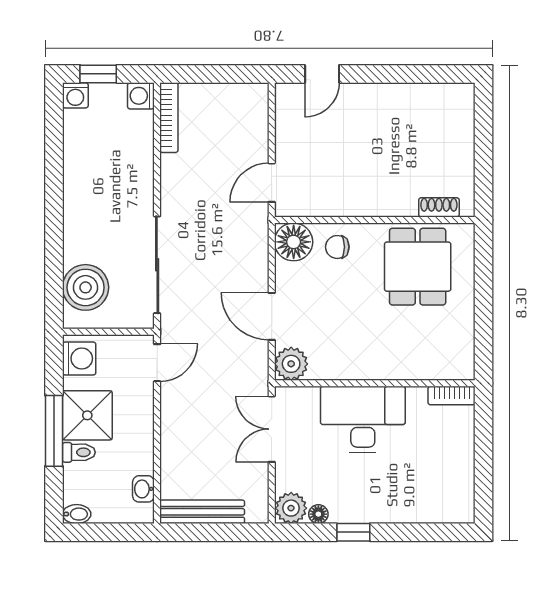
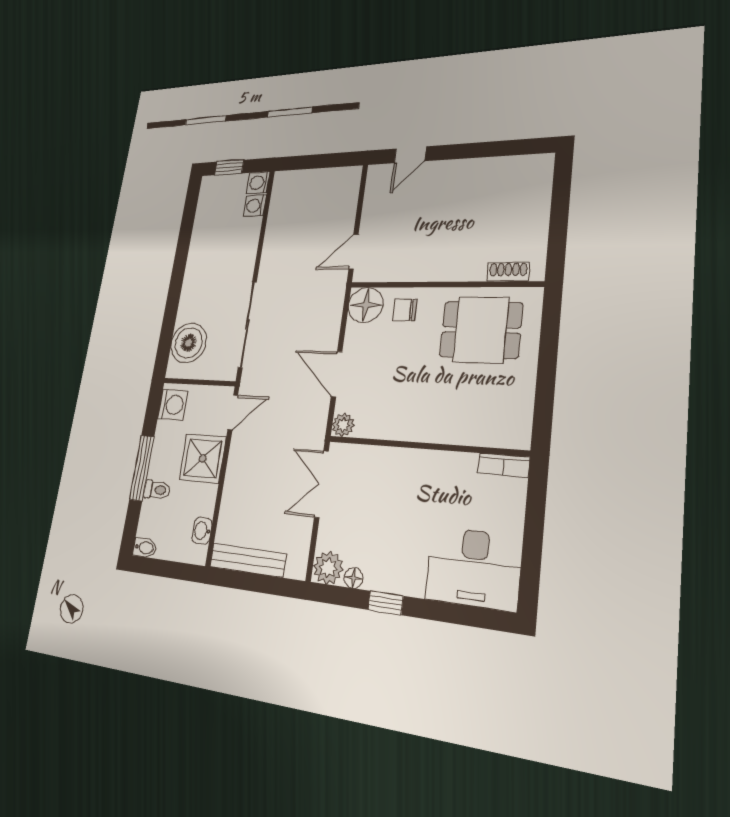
washing machine: (75, 95) -> (255, 206), moved, turned 90
bookcase: (169, 118) -> (277, 199), removed
dining table: (418, 267) -> (481, 330), turned 90
plant: (291, 364) -> (343, 425), width x0.73, depth x0.73
shower: (87, 415) -> (203, 458), moved
desk: (363, 419) -> (473, 568), moved, turned 180

